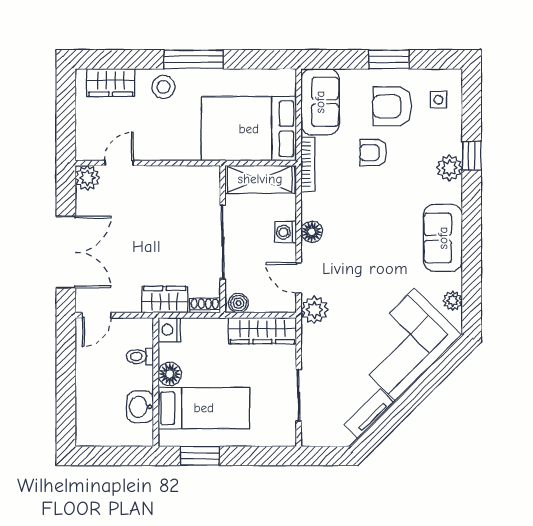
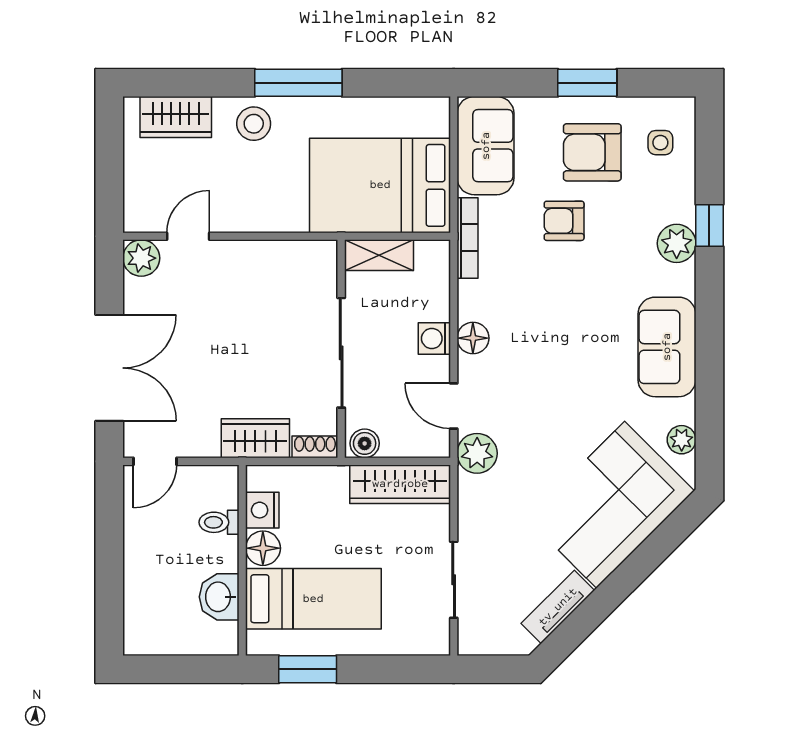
shelving: (260, 179) -> (379, 255), width x0.67, depth x0.75
nightstand: (169, 330) -> (262, 510), moved

